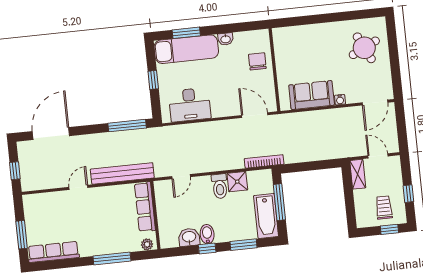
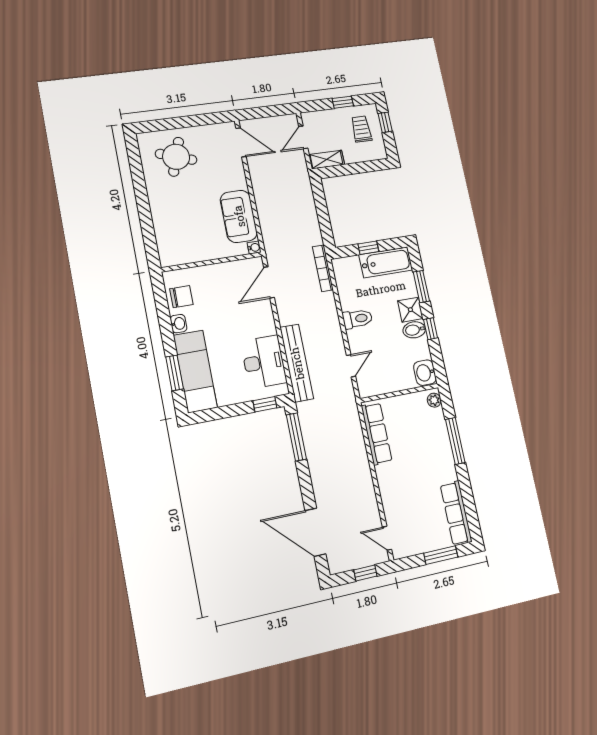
round table: (364, 48) -> (176, 157), turned 45
chair: (257, 61) -> (181, 297), moved, turned 180
window: (153, 80) -> (265, 404), moved
water cooler: (340, 100) -> (254, 247), moved
bench: (122, 173) -> (297, 363), moved
door: (181, 177) -> (351, 366), hinge flipped
shower: (237, 182) -> (410, 310), moved
door: (78, 187) -> (387, 538), moved
window: (279, 202) -> (368, 248), width x0.46
row of seats: (145, 207) -> (377, 434), moved, turned -90
trolley: (384, 207) -> (361, 129), turned 90
washbasin: (189, 237) -> (425, 373), moved

